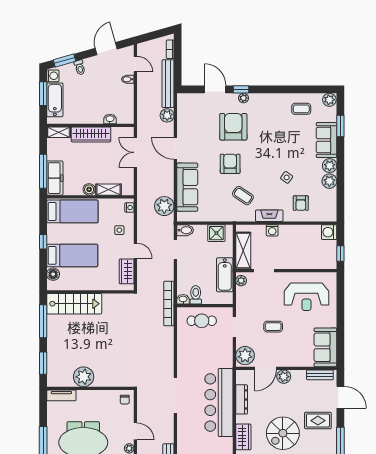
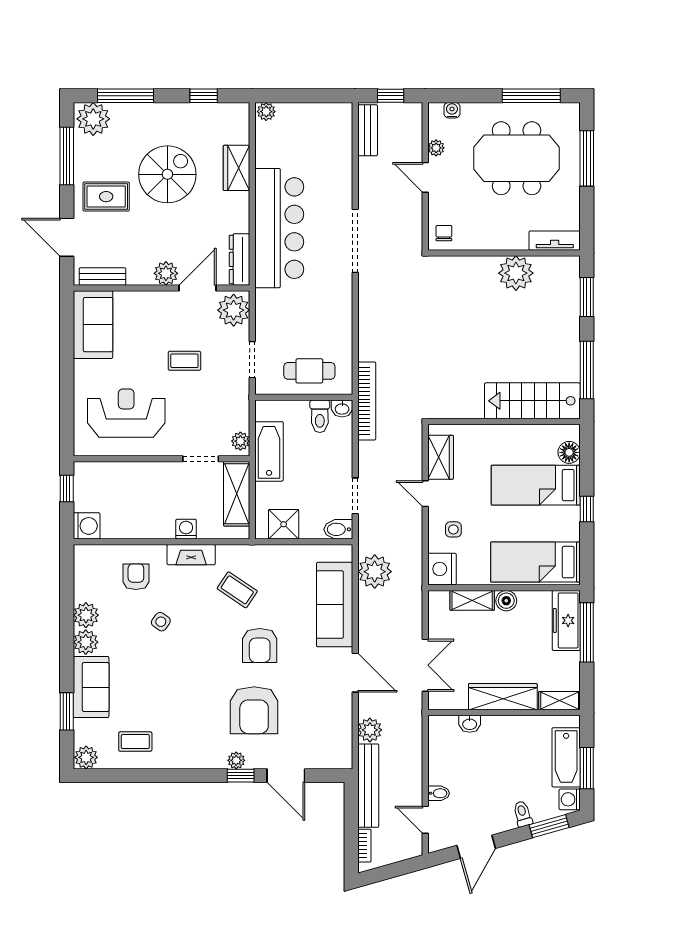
nightstand: (129, 208) -> (442, 569), width x1.89, depth x1.79
dresser: (242, 399) -> (240, 259), moved

